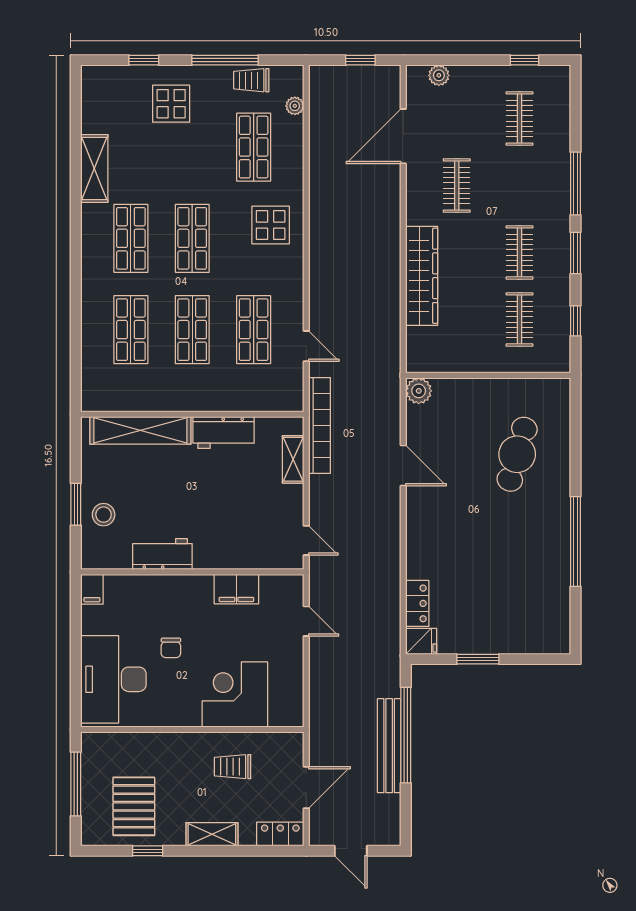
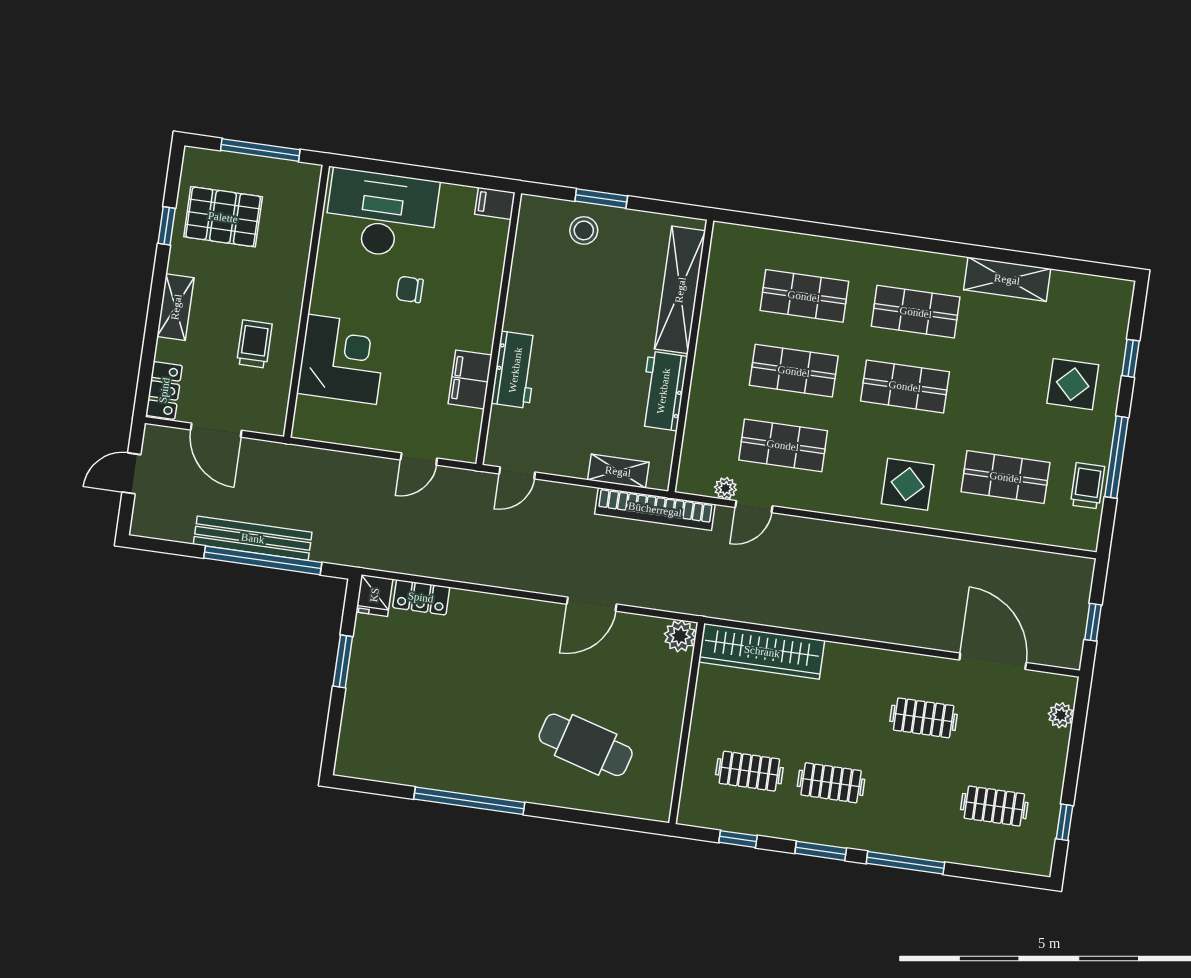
plant: (295, 106) -> (725, 488), moved
wardrobe: (422, 276) -> (762, 651), moved
workbench: (162, 554) -> (515, 370), moved

